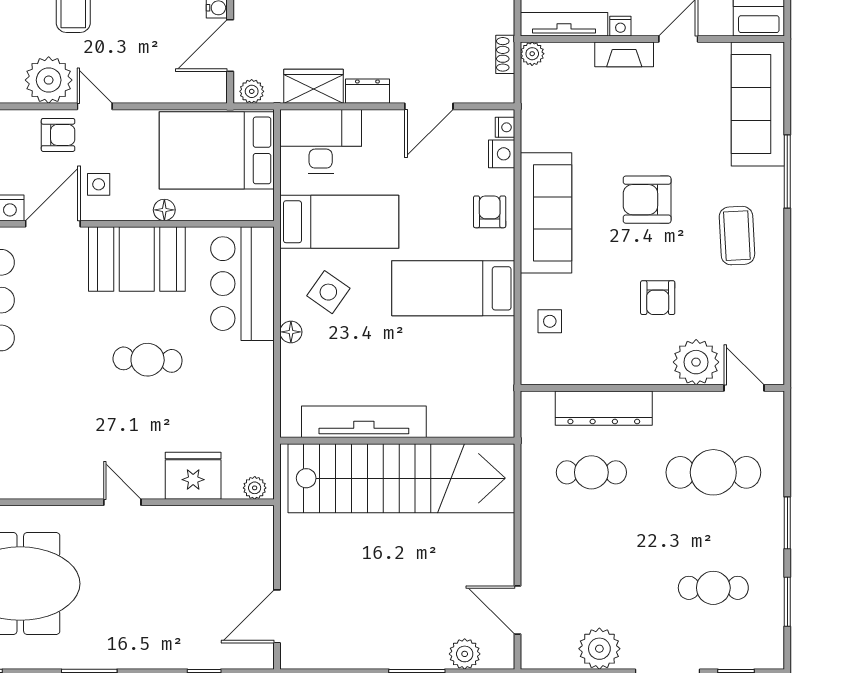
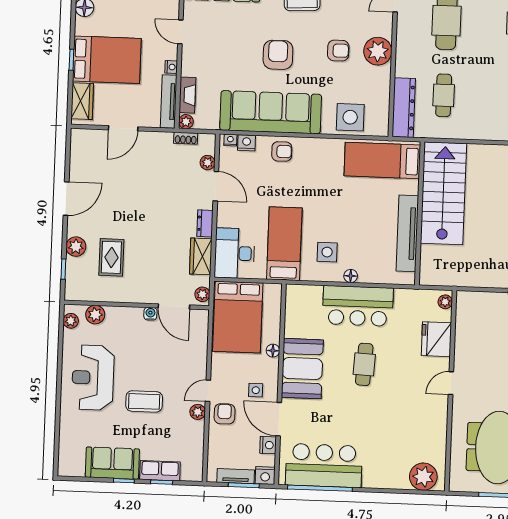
fireplace: (624, 54) -> (187, 95), moved
plant: (49, 80) -> (198, 412), width x0.53, depth x0.53
plant: (467, 91) -> (208, 163), added
armchair: (647, 200) -> (278, 55), turned 180
armchair: (490, 212) -> (282, 151), turned 180
sofa: (546, 213) -> (271, 112), width x1.36, depth x1.27
bar counter: (242, 284) -> (358, 306), moved
bed: (453, 288) -> (382, 160), moved, turned 90
side table: (328, 292) -> (327, 252), turned -35
side table: (550, 321) -> (350, 117), width x1.87, depth x1.87
plant: (696, 362) -> (378, 51), moved
dresser: (604, 408) -> (404, 108), moved
stairs: (401, 478) -> (443, 193), width x0.73

